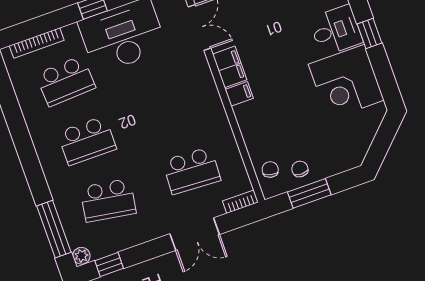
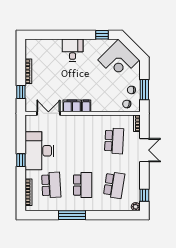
window: (370, 34) -> (102, 35), moved
corner desk: (346, 82) -> (119, 60), moved, turned 45
window: (54, 229) -> (72, 215), moved

